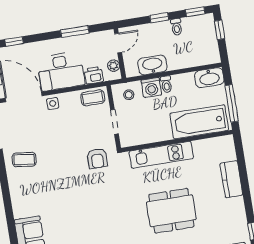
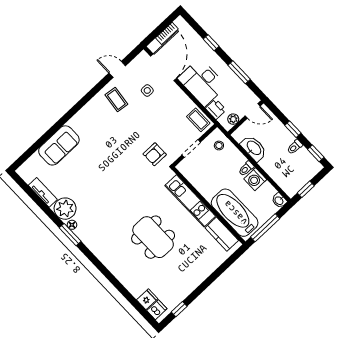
window: (220, 30) -> (306, 189), moved
window: (14, 41) -> (211, 43), moved
washbasin: (209, 78) -> (279, 200), width x0.52, depth x0.69
washing machine: (151, 87) -> (255, 179), moved
side table: (53, 103) -> (147, 90), moved
kitchen counter: (231, 179) -> (222, 234), moved, turned -90

